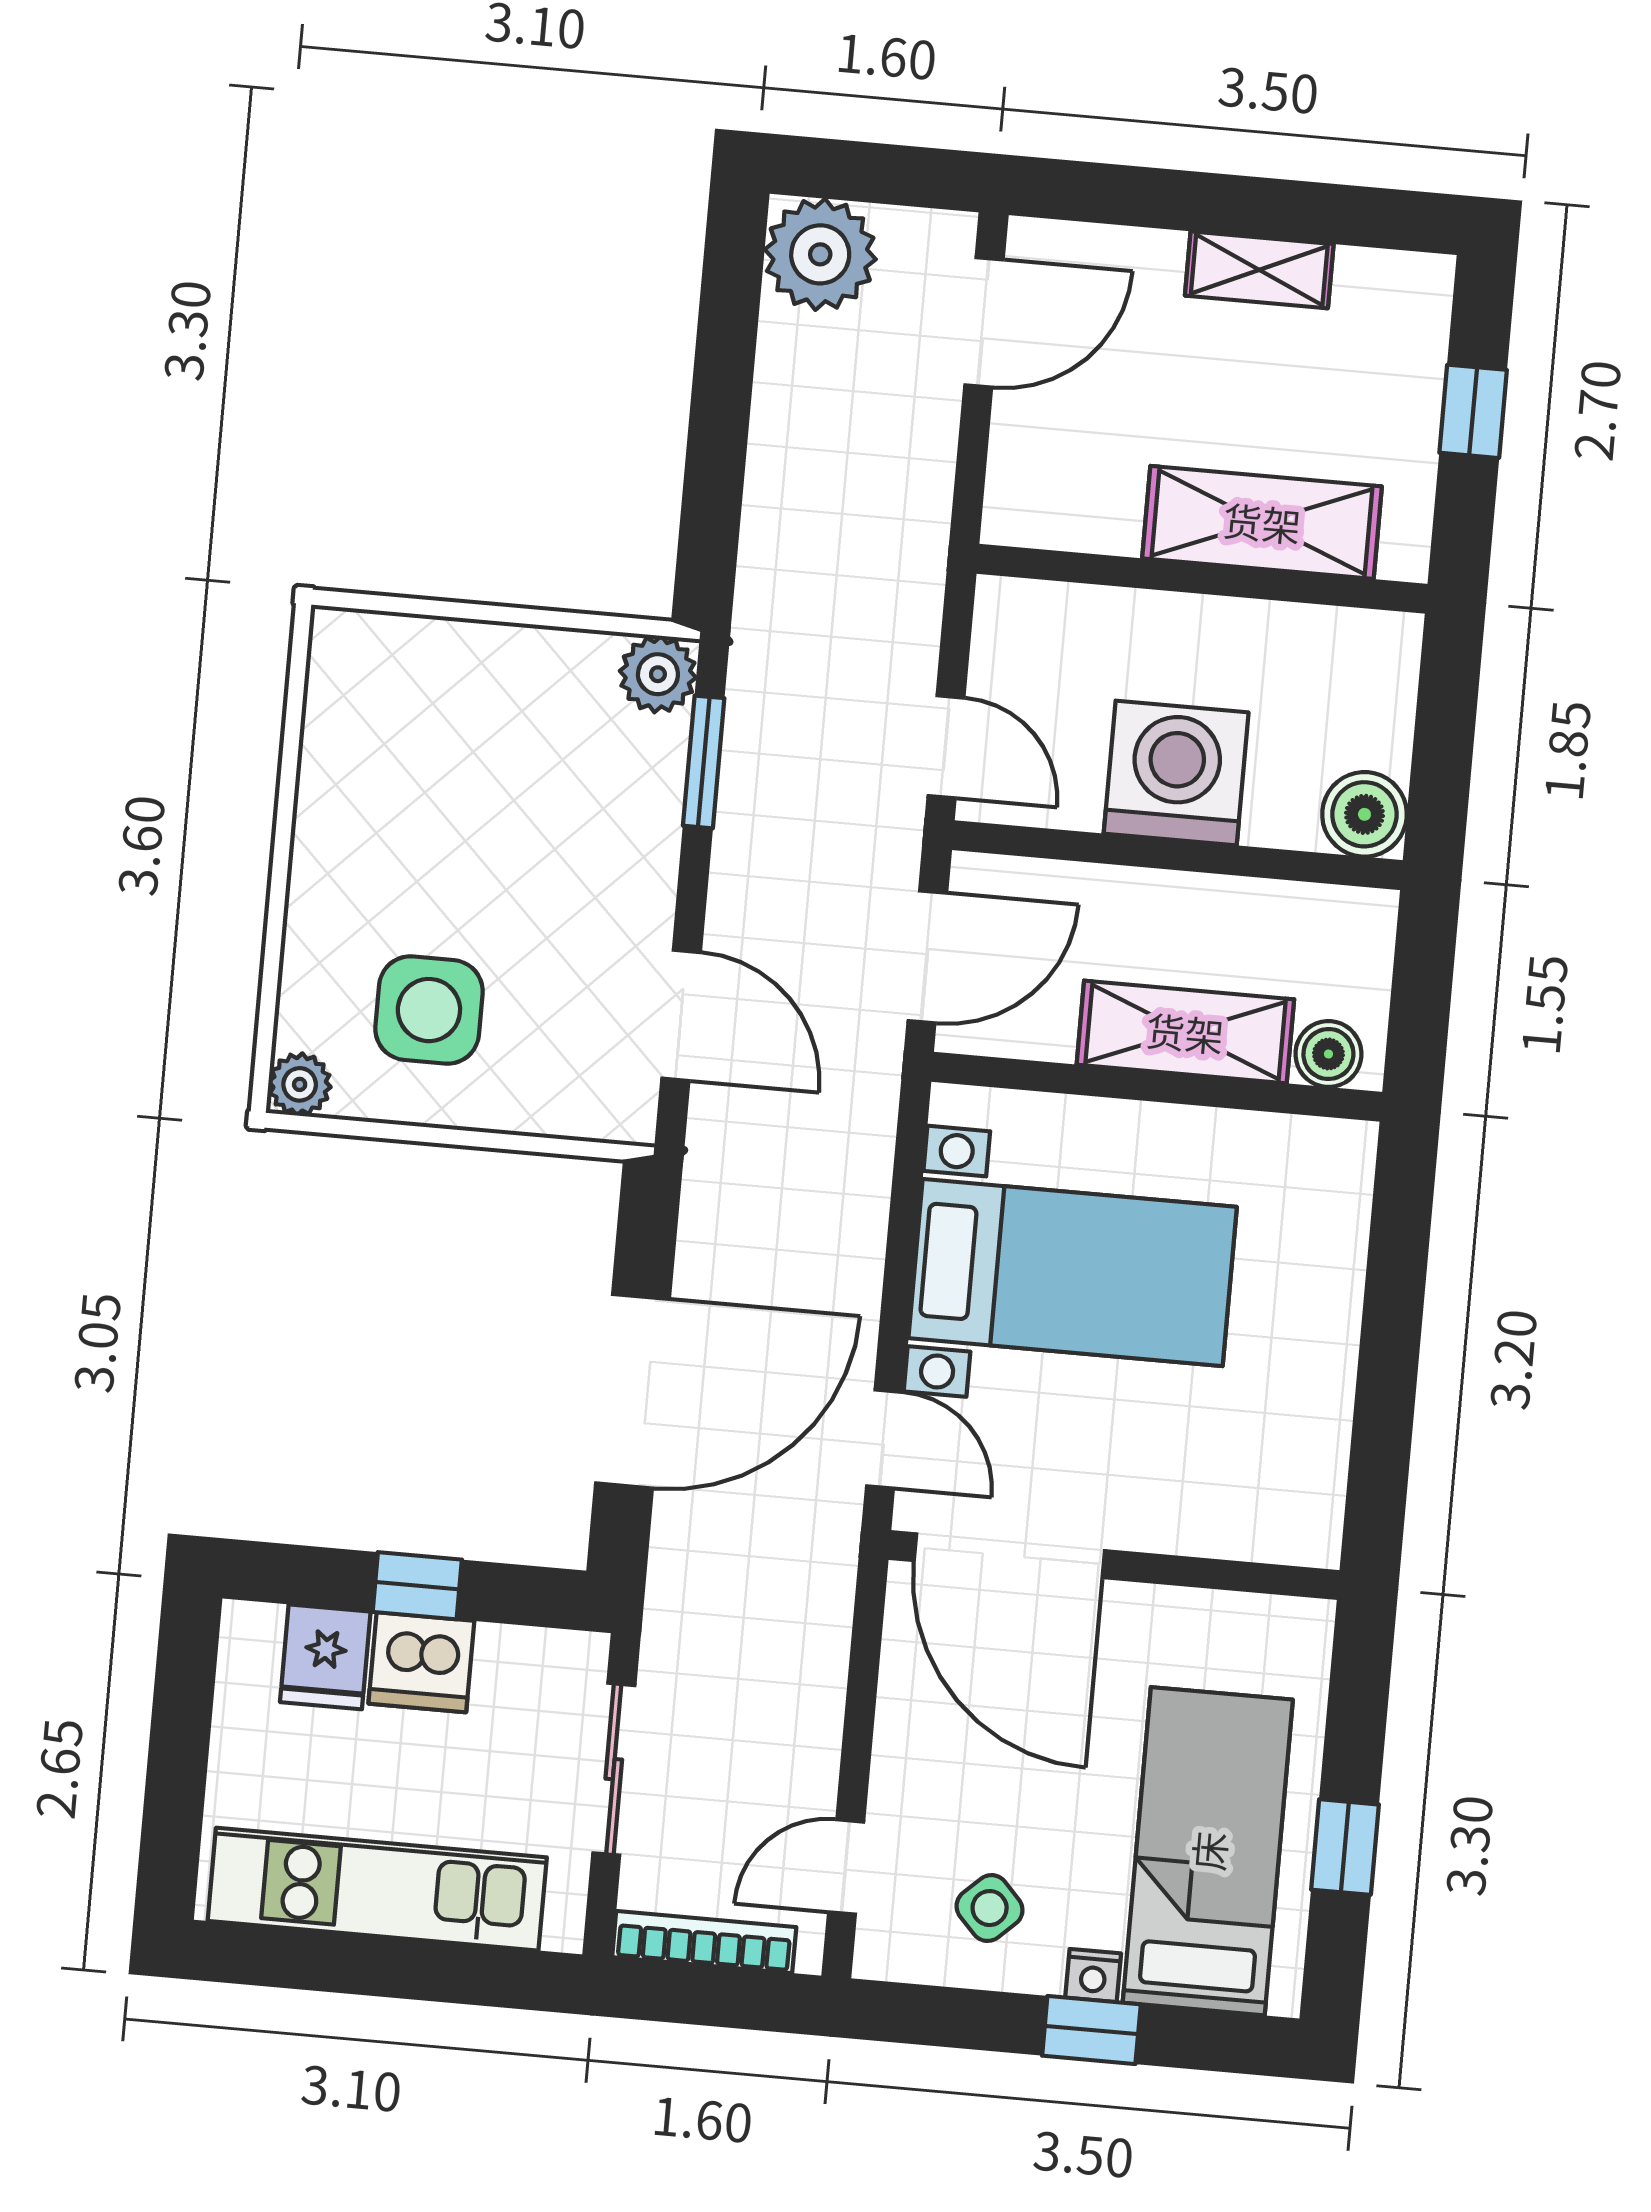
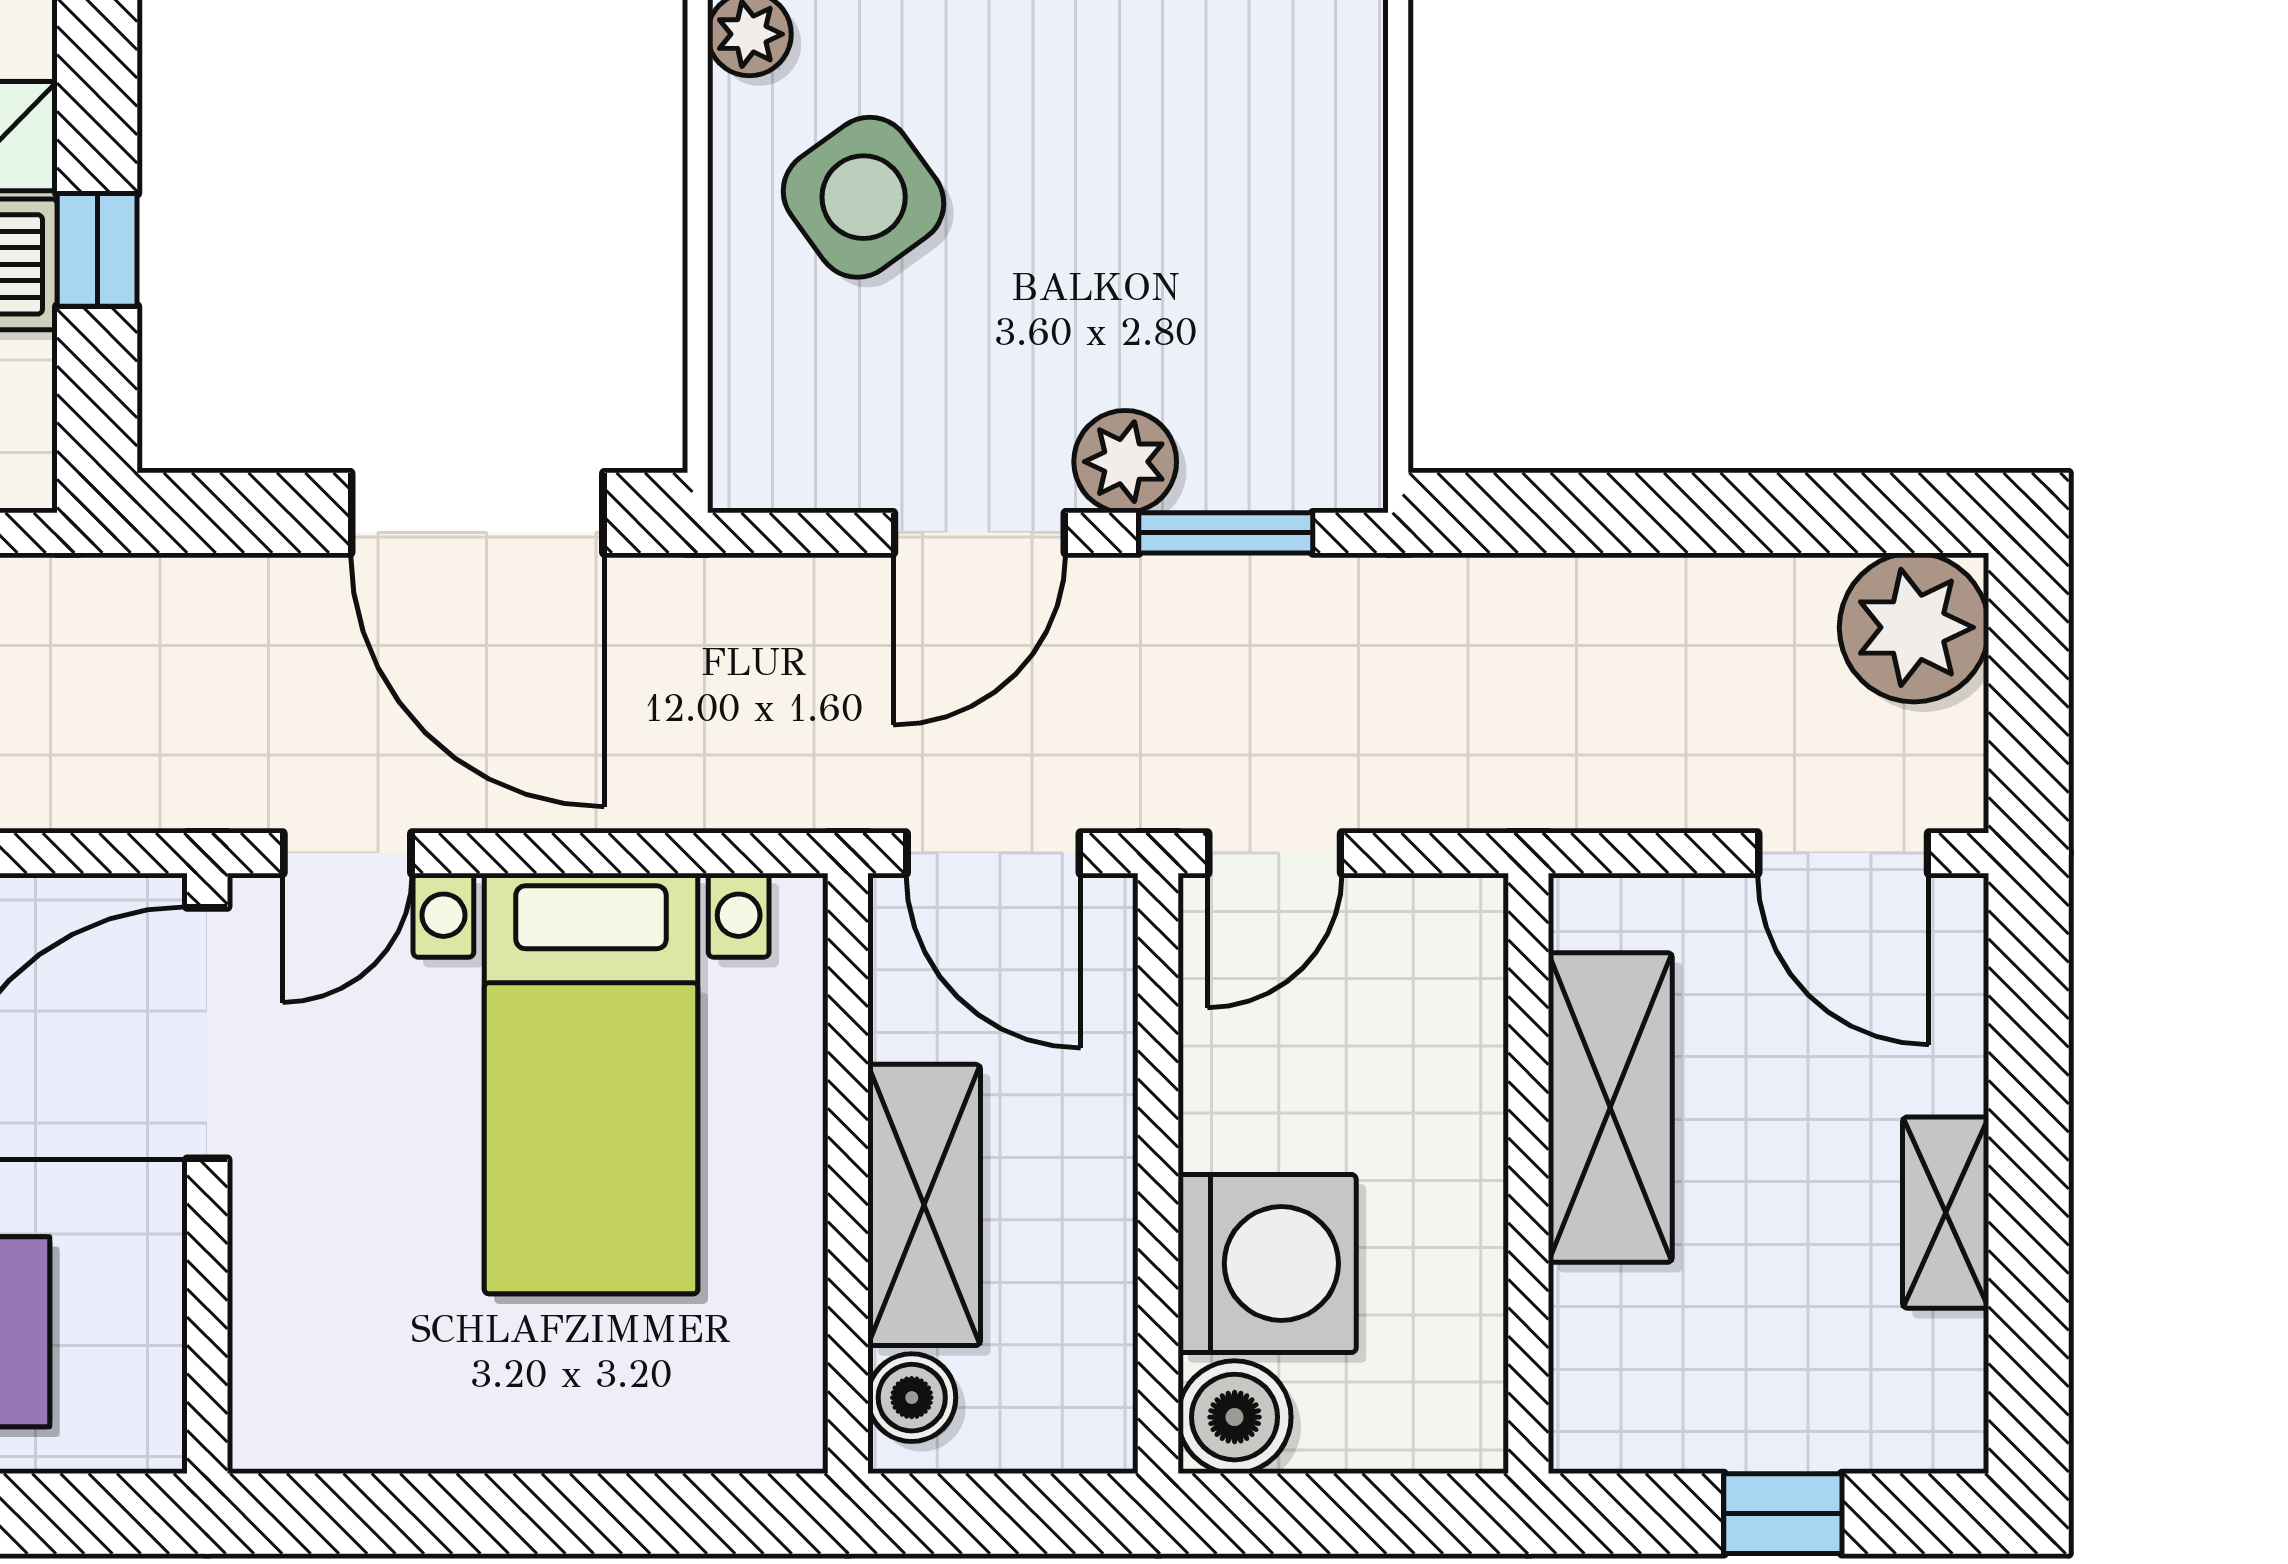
shelving: (1262, 522) -> (1610, 1107), moved
plant: (658, 674) -> (1125, 462), moved
washing machine: (1176, 773) -> (1267, 1264), moved
side table: (429, 1010) -> (864, 197), turned -36
door: (681, 1015) -> (979, 533), moved
door: (632, 1391) -> (477, 513), moved

